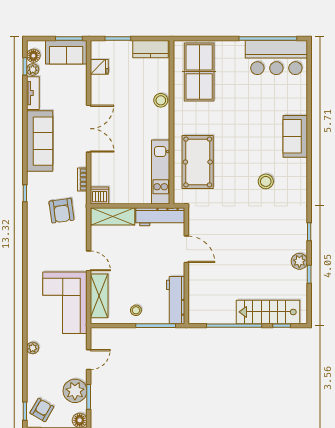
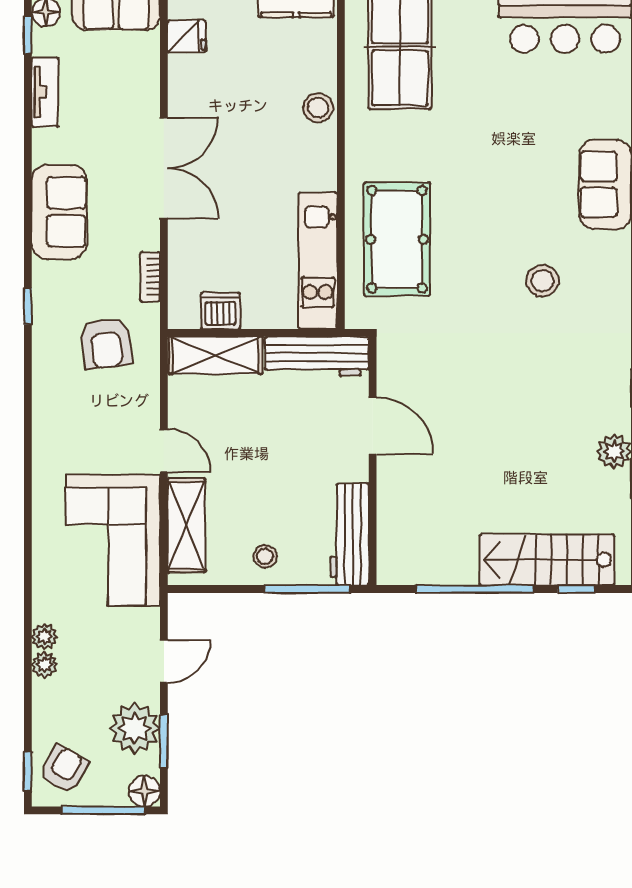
plant: (33, 70) -> (44, 665), moved
sofa: (40, 141) -> (59, 212), width x0.73
dishwasher: (100, 195) -> (221, 311), moved

